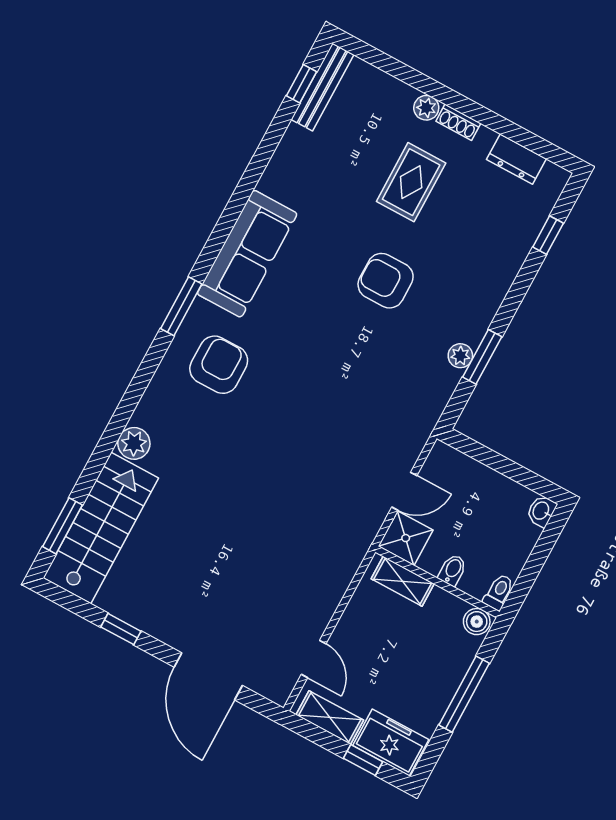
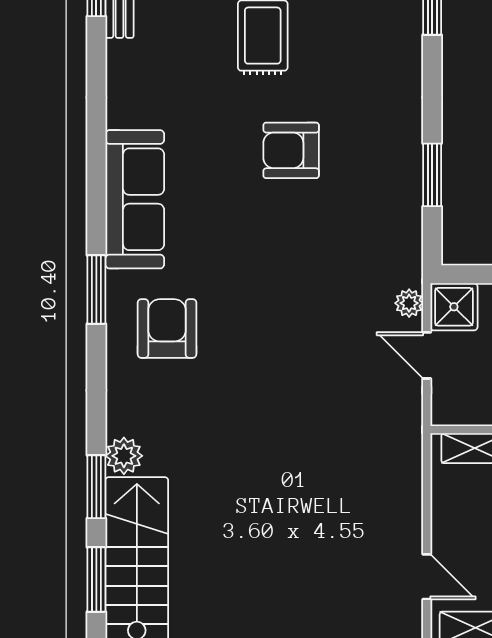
plant: (460, 356) -> (409, 303), moved
window: (100, 456) -> (96, 487), added
door: (404, 491) -> (427, 355), swing flipped
shower: (406, 538) -> (454, 307), moved

